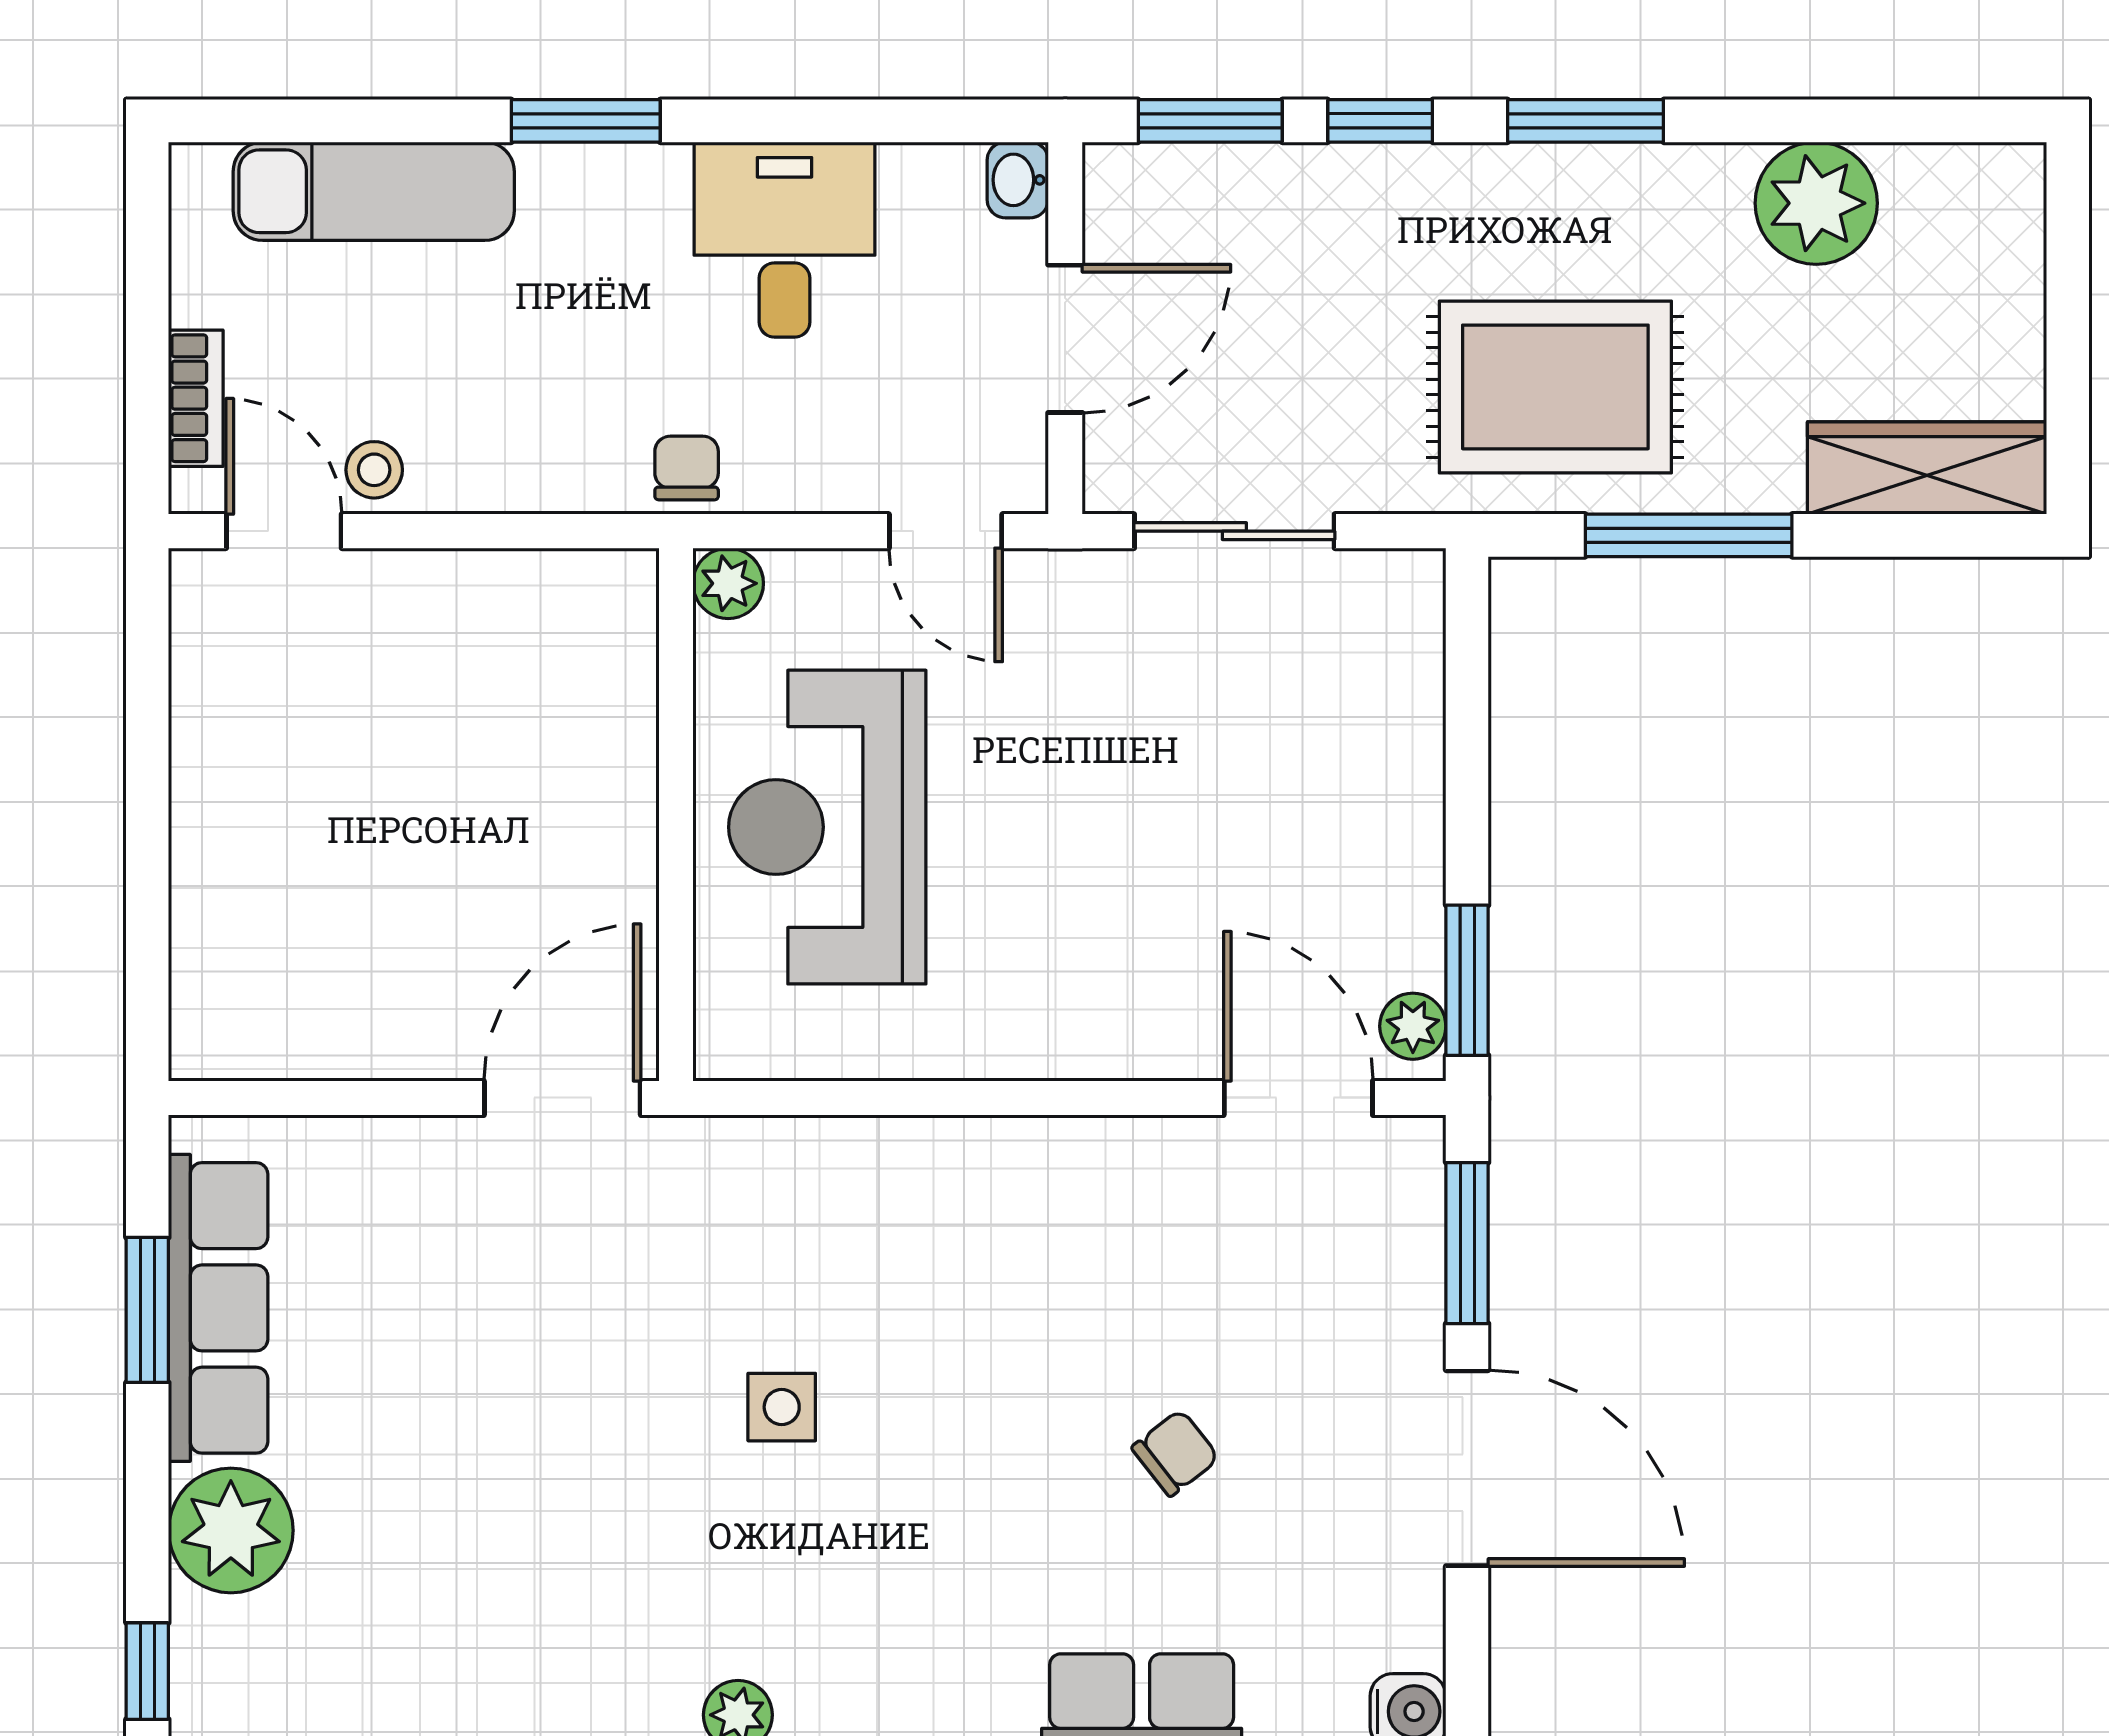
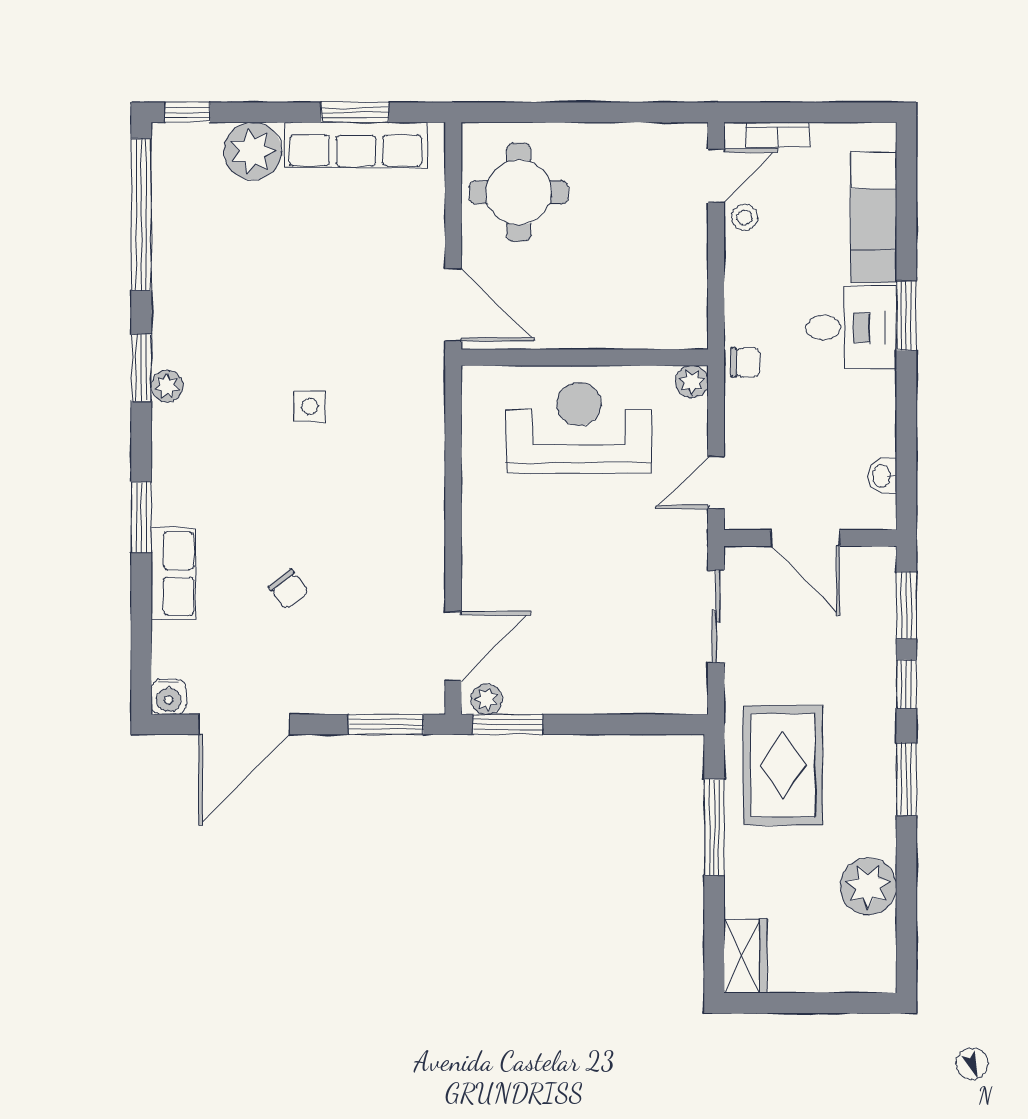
washbasin: (1018, 180) -> (882, 476), moved, turned -90
desk: (784, 240) -> (851, 328), moved
wardrobe: (1927, 468) -> (745, 956), width x0.67
round table: (320, 956) -> (519, 192), added
door: (1467, 1468) -> (244, 724), moved

